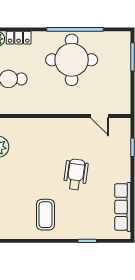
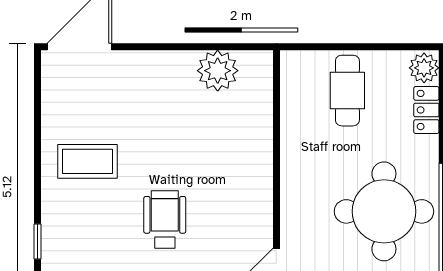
wheelchair: (76, 174) -> (165, 219), turned -98

